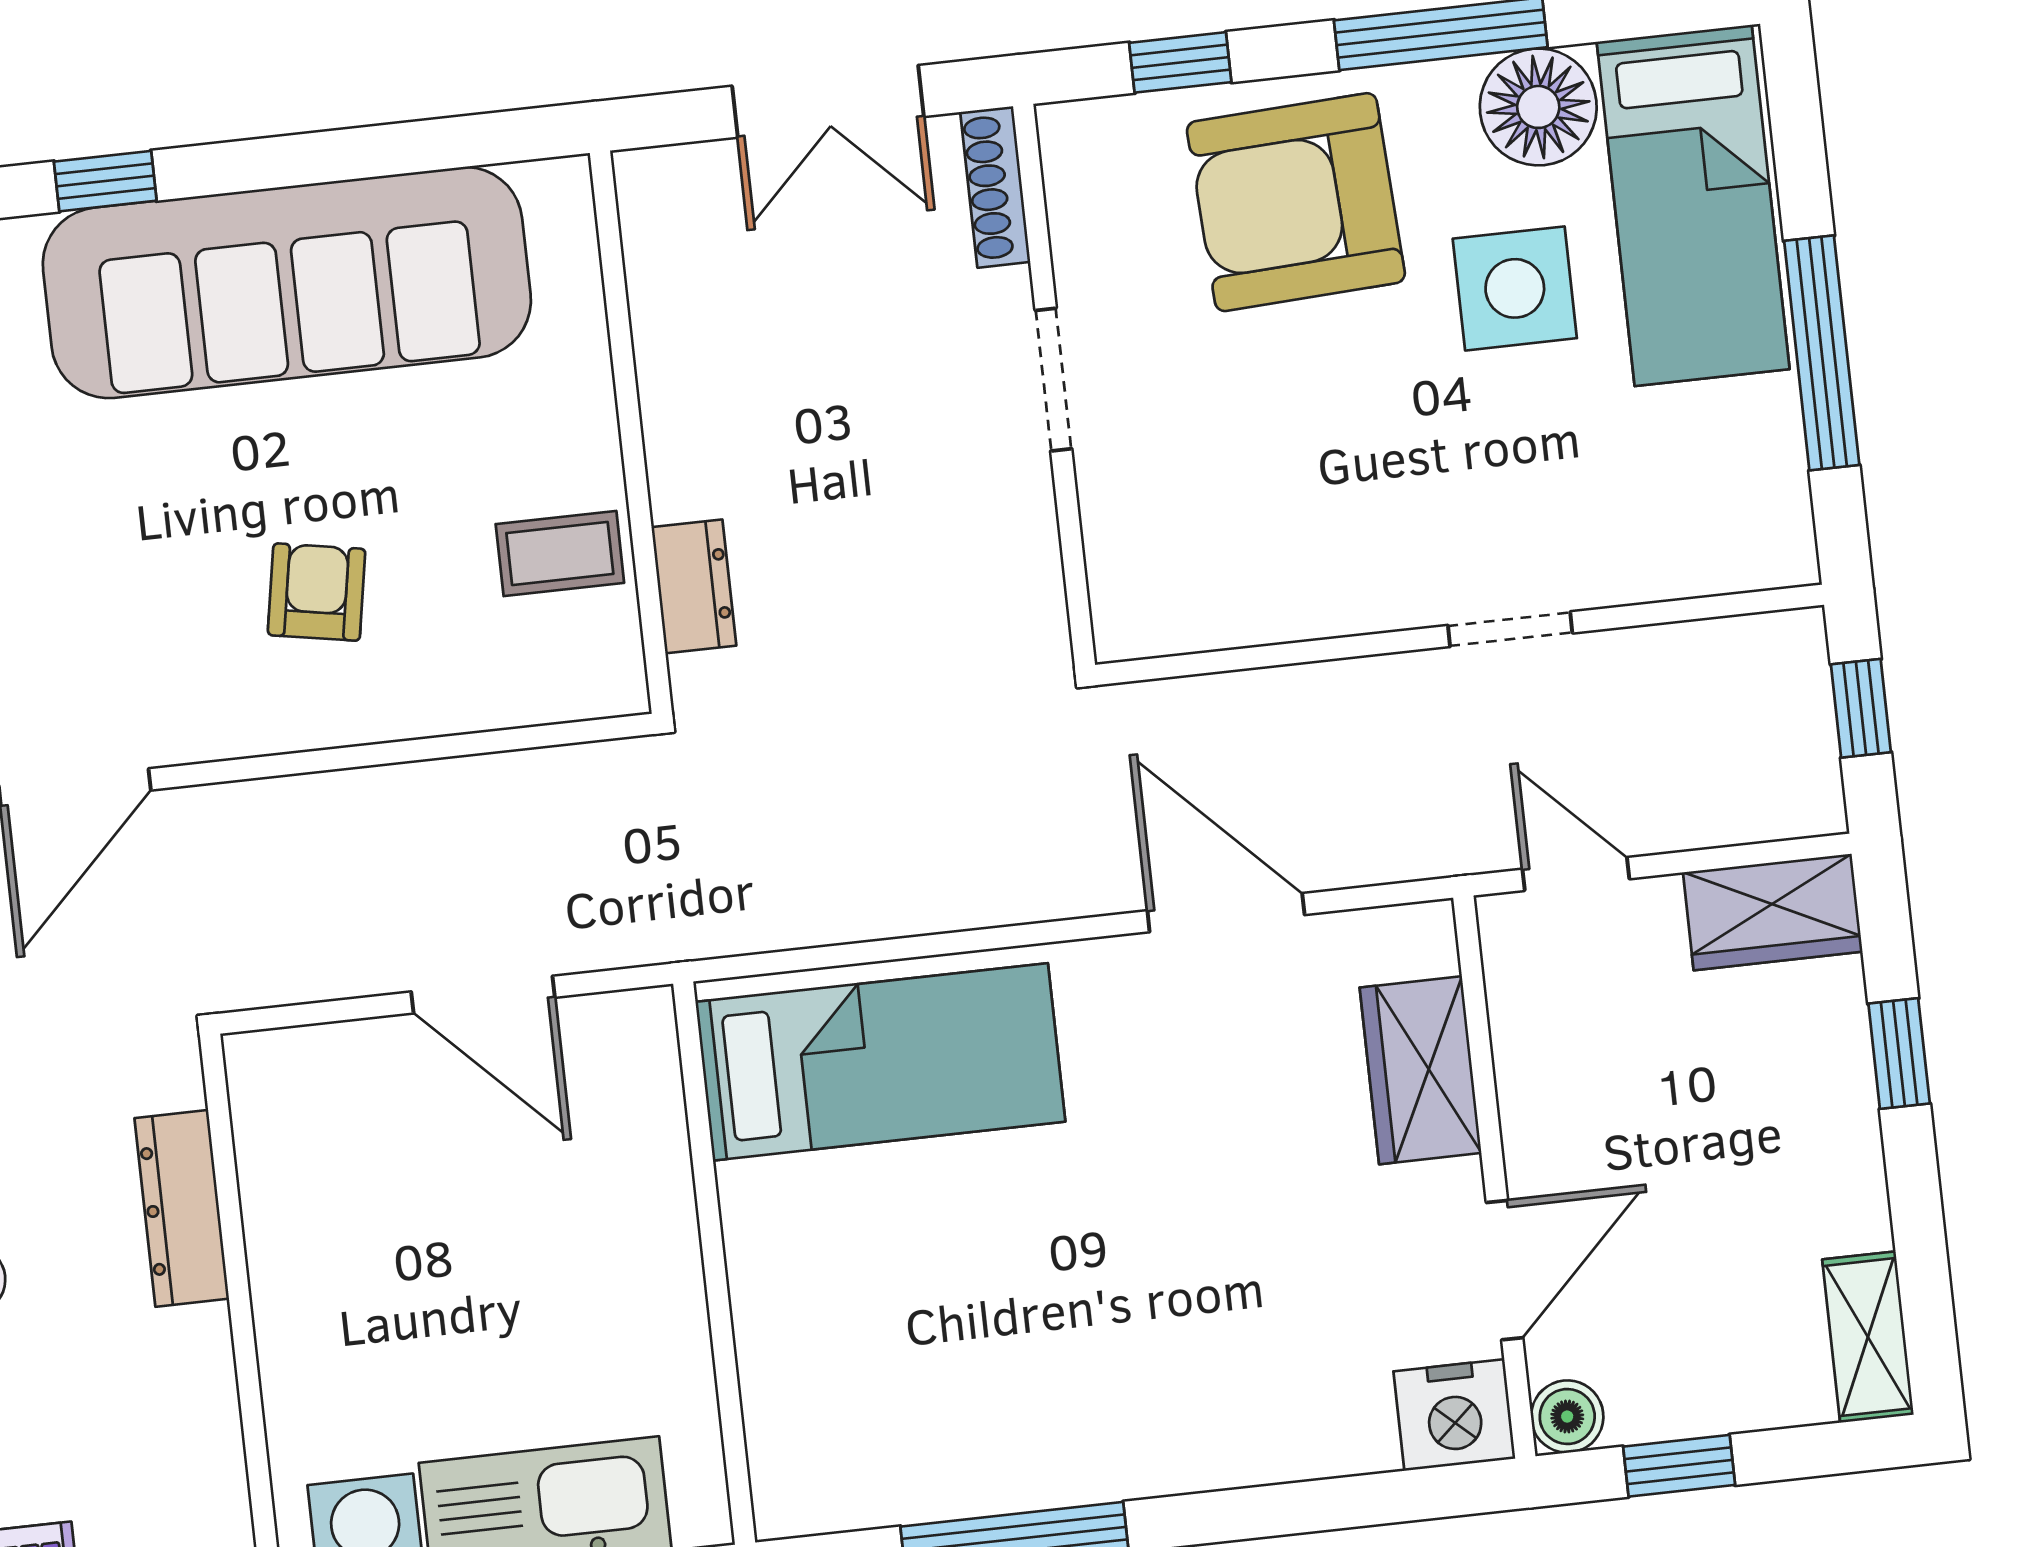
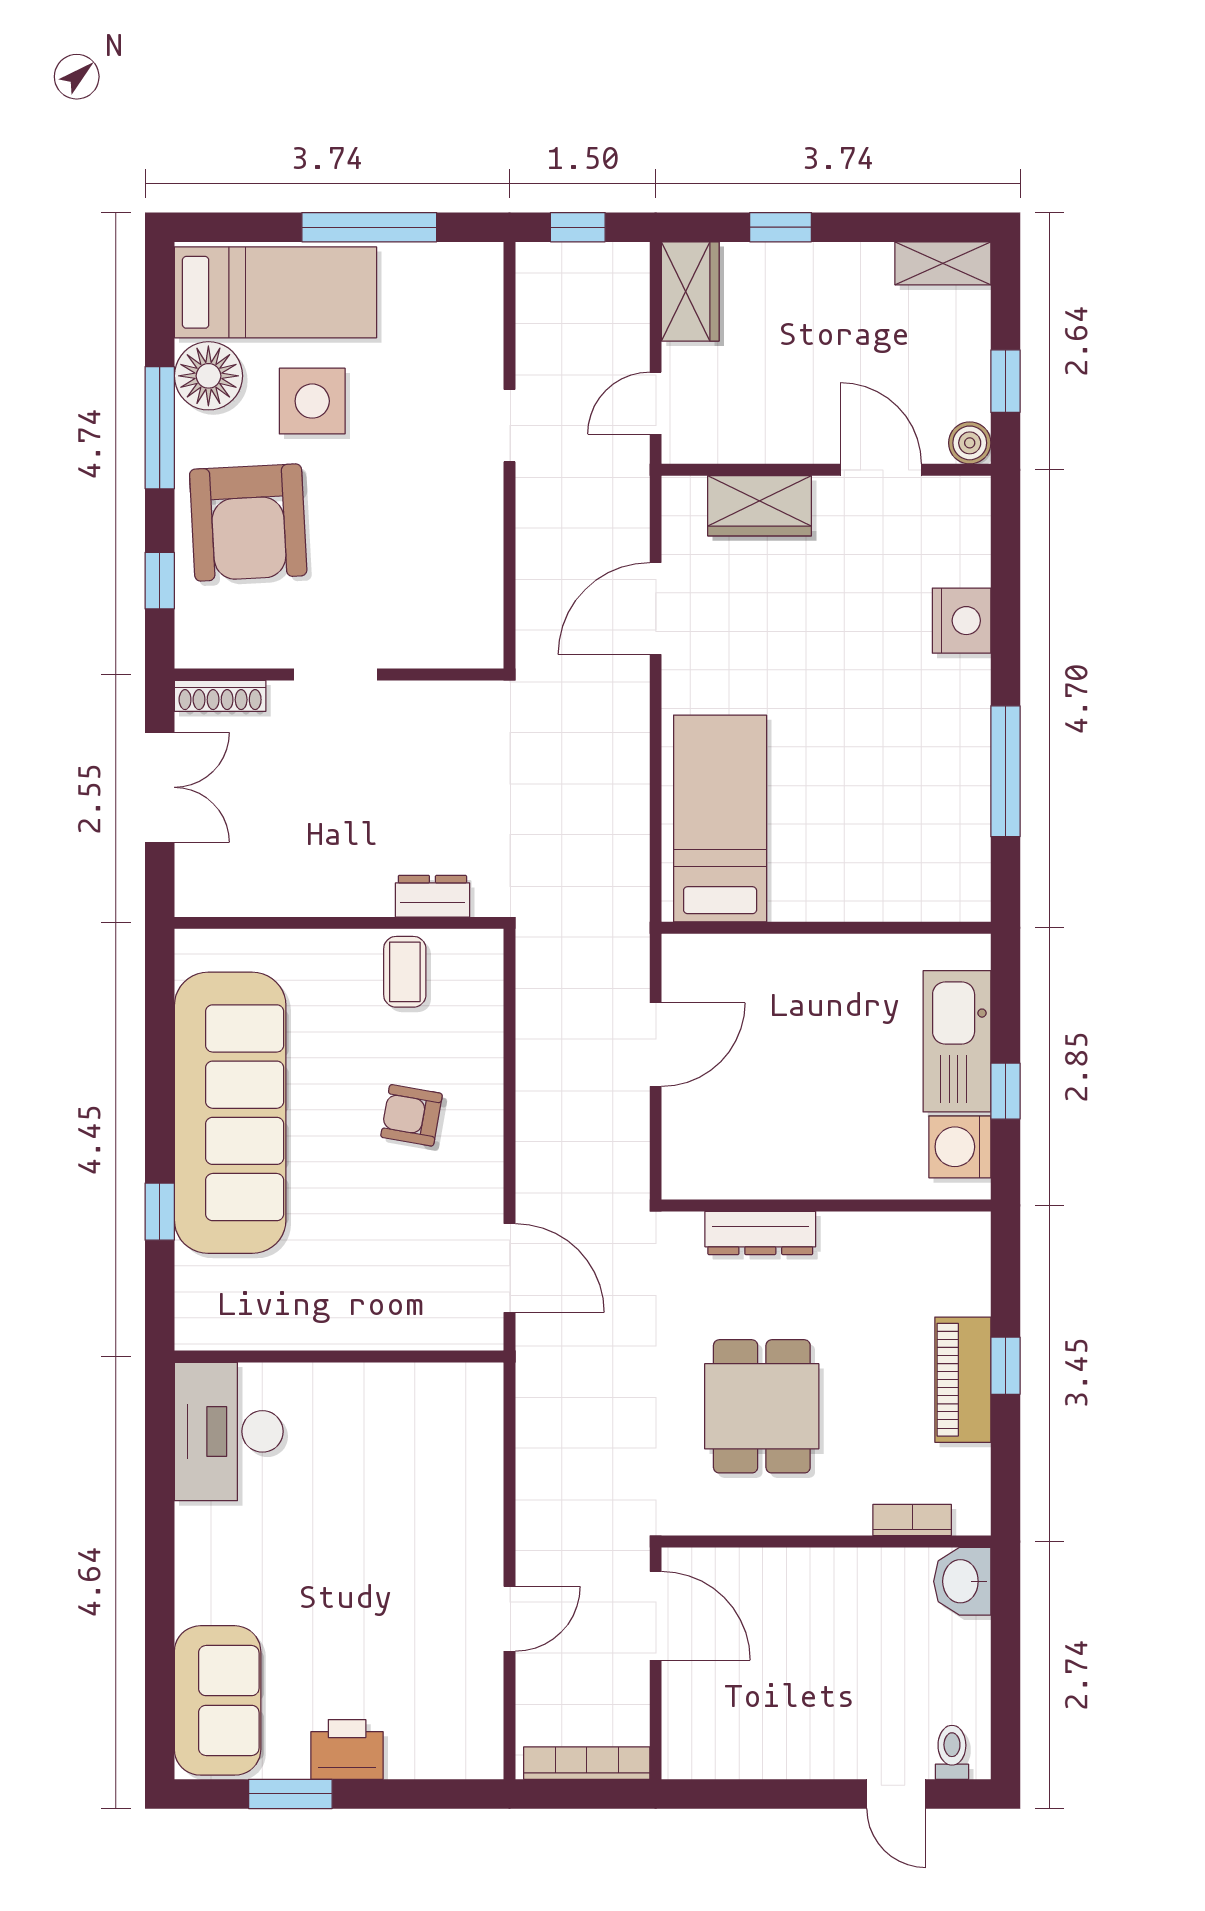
nightstand: (1454, 1415) -> (962, 621), moved

